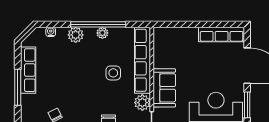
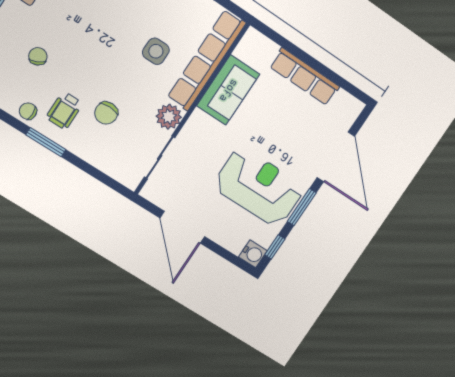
row of seats: (222, 35) -> (305, 77), moved
sofa: (164, 88) -> (228, 90), moved

